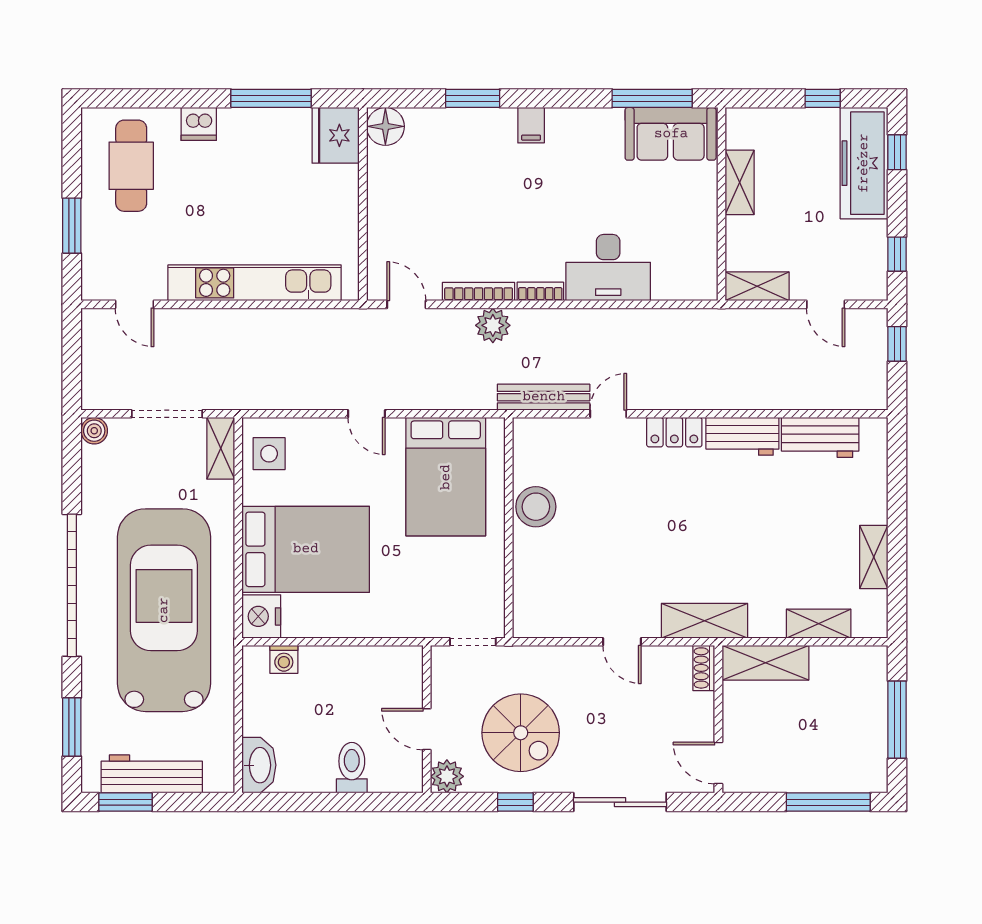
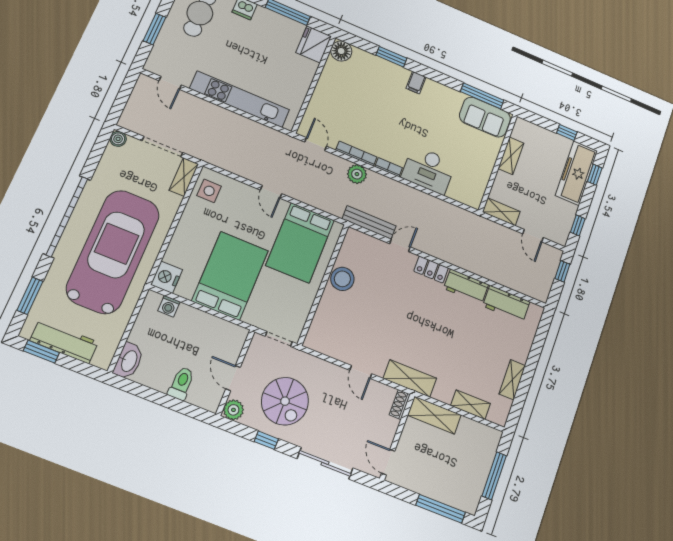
bed: (306, 549) -> (230, 276), moved, turned -90

